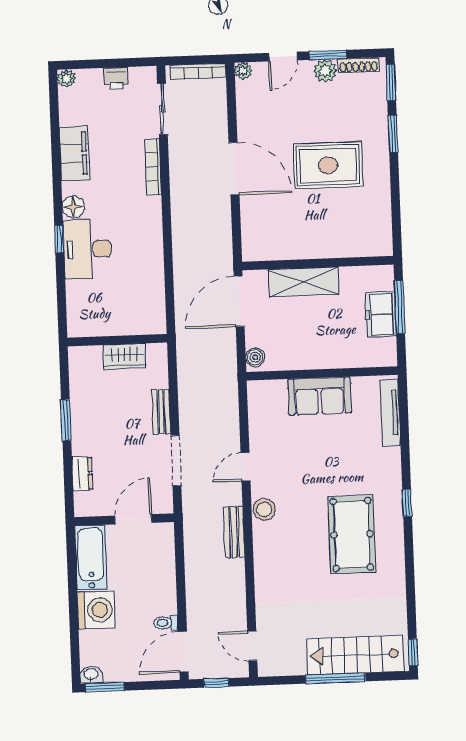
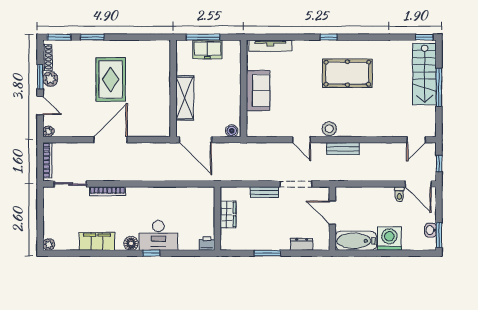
printer: (116, 78) -> (207, 243), moved, turned -90
washbasin: (91, 675) -> (431, 230), moved

